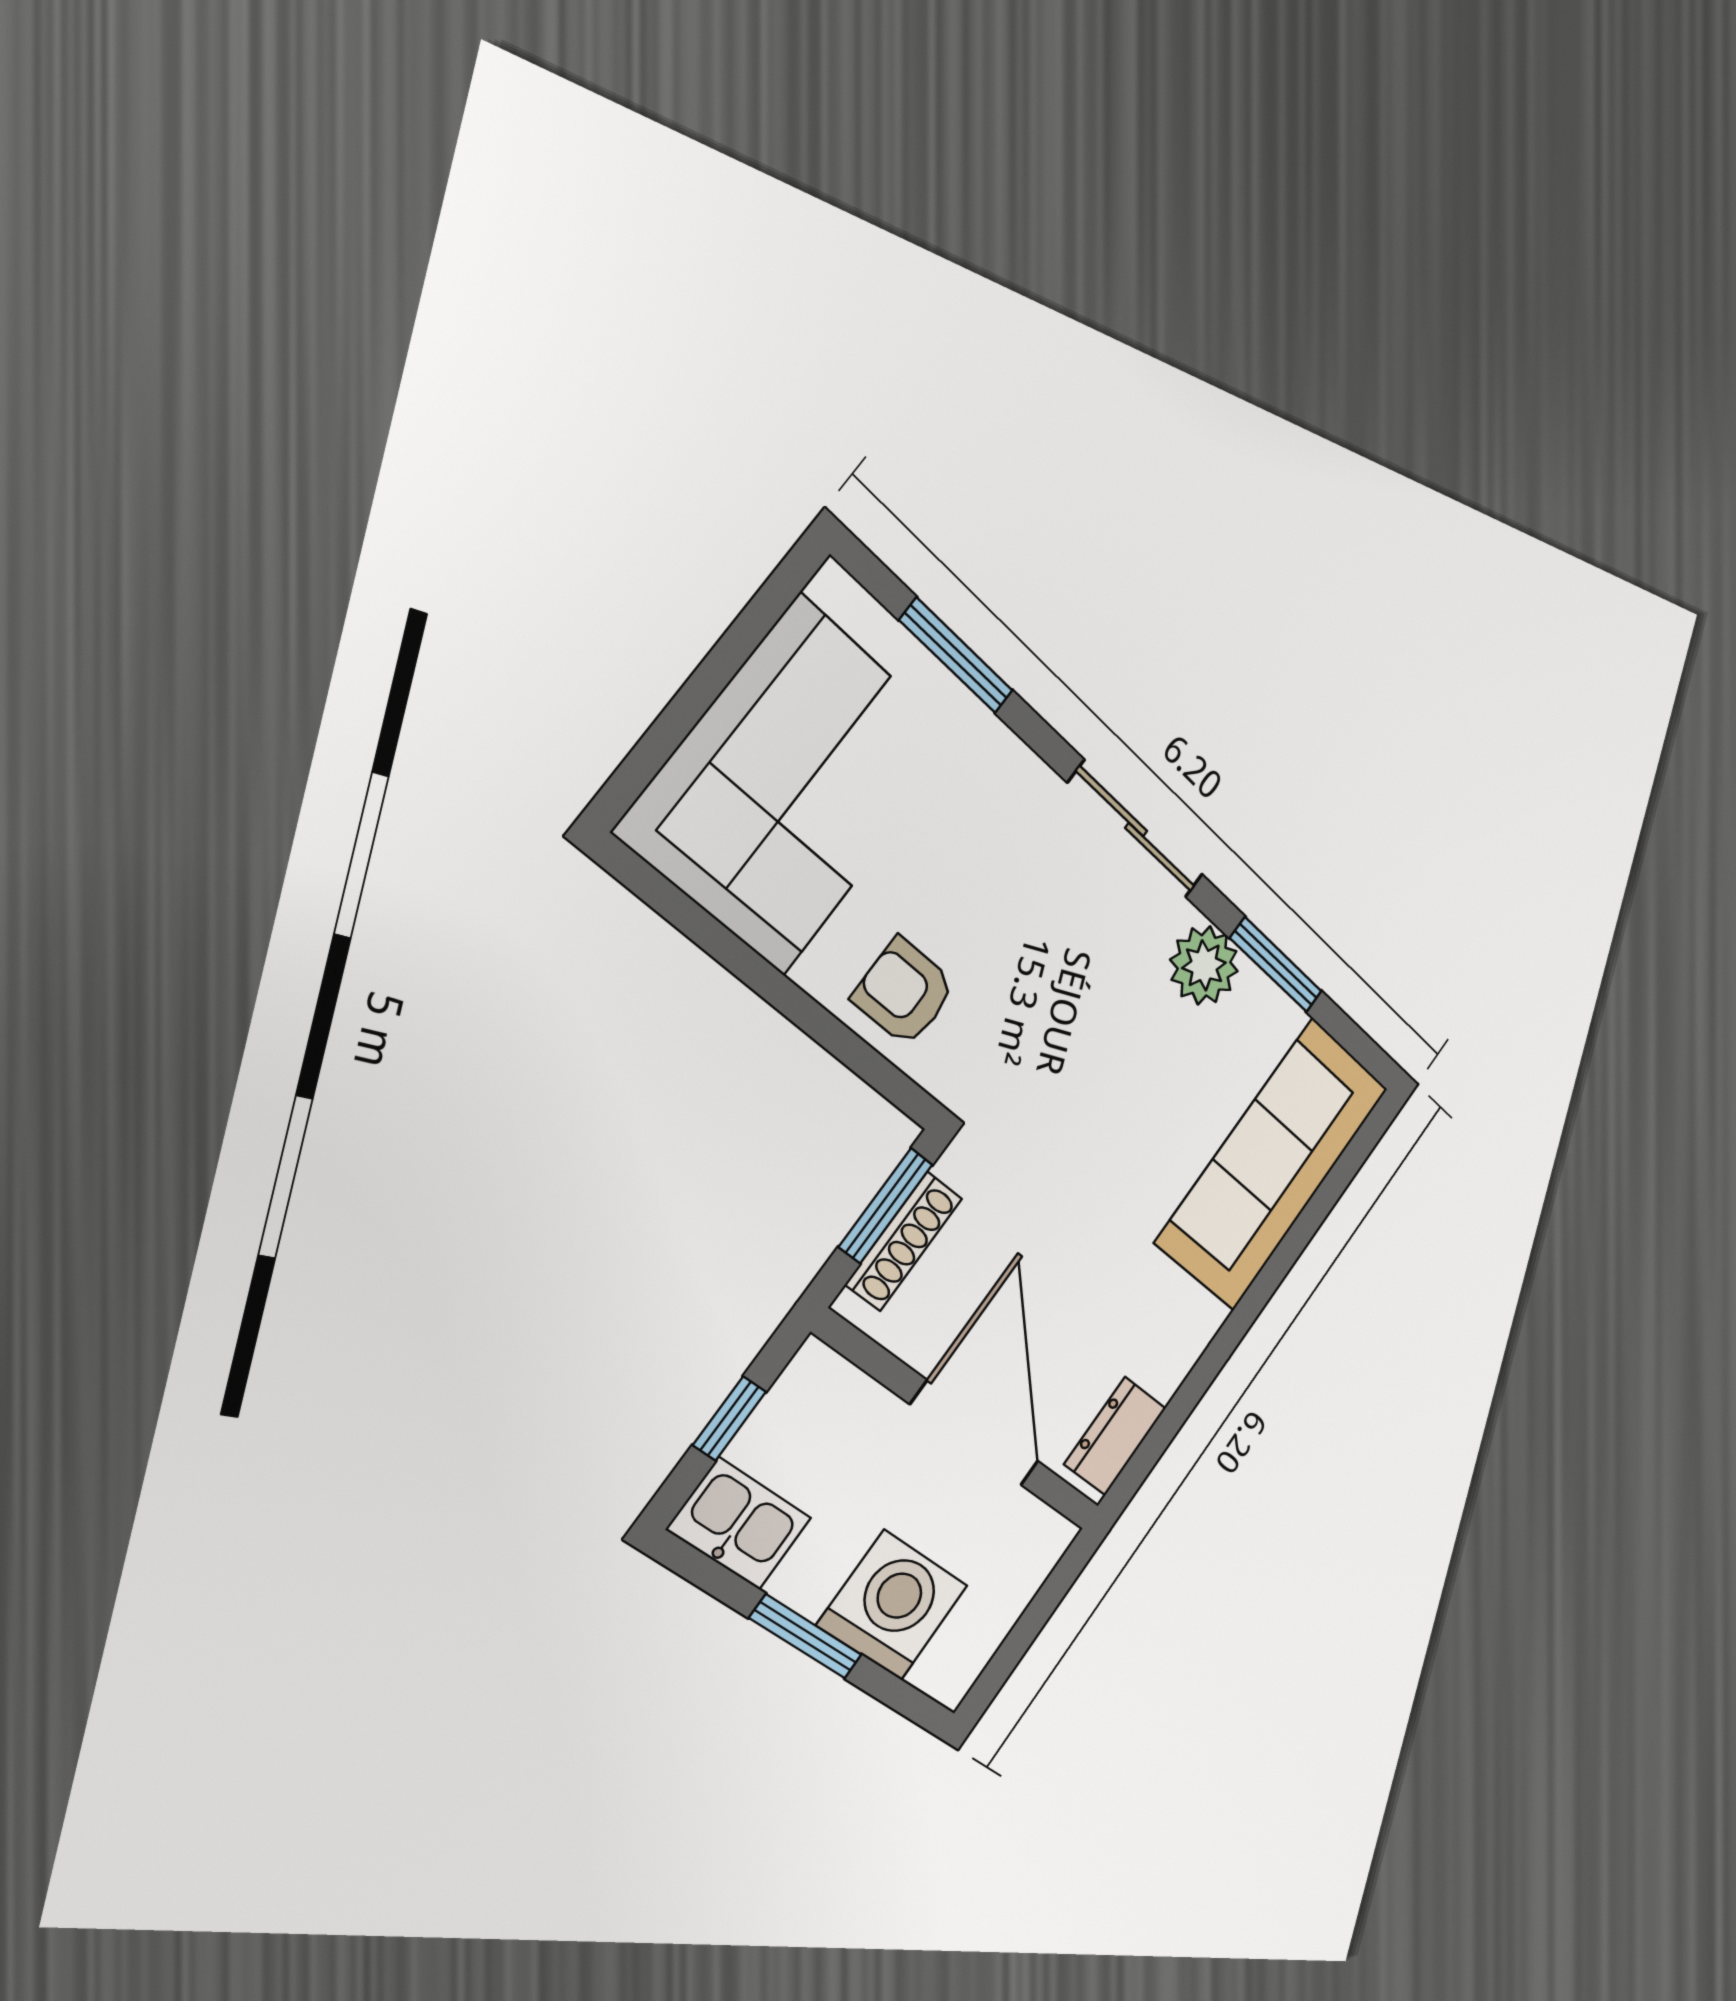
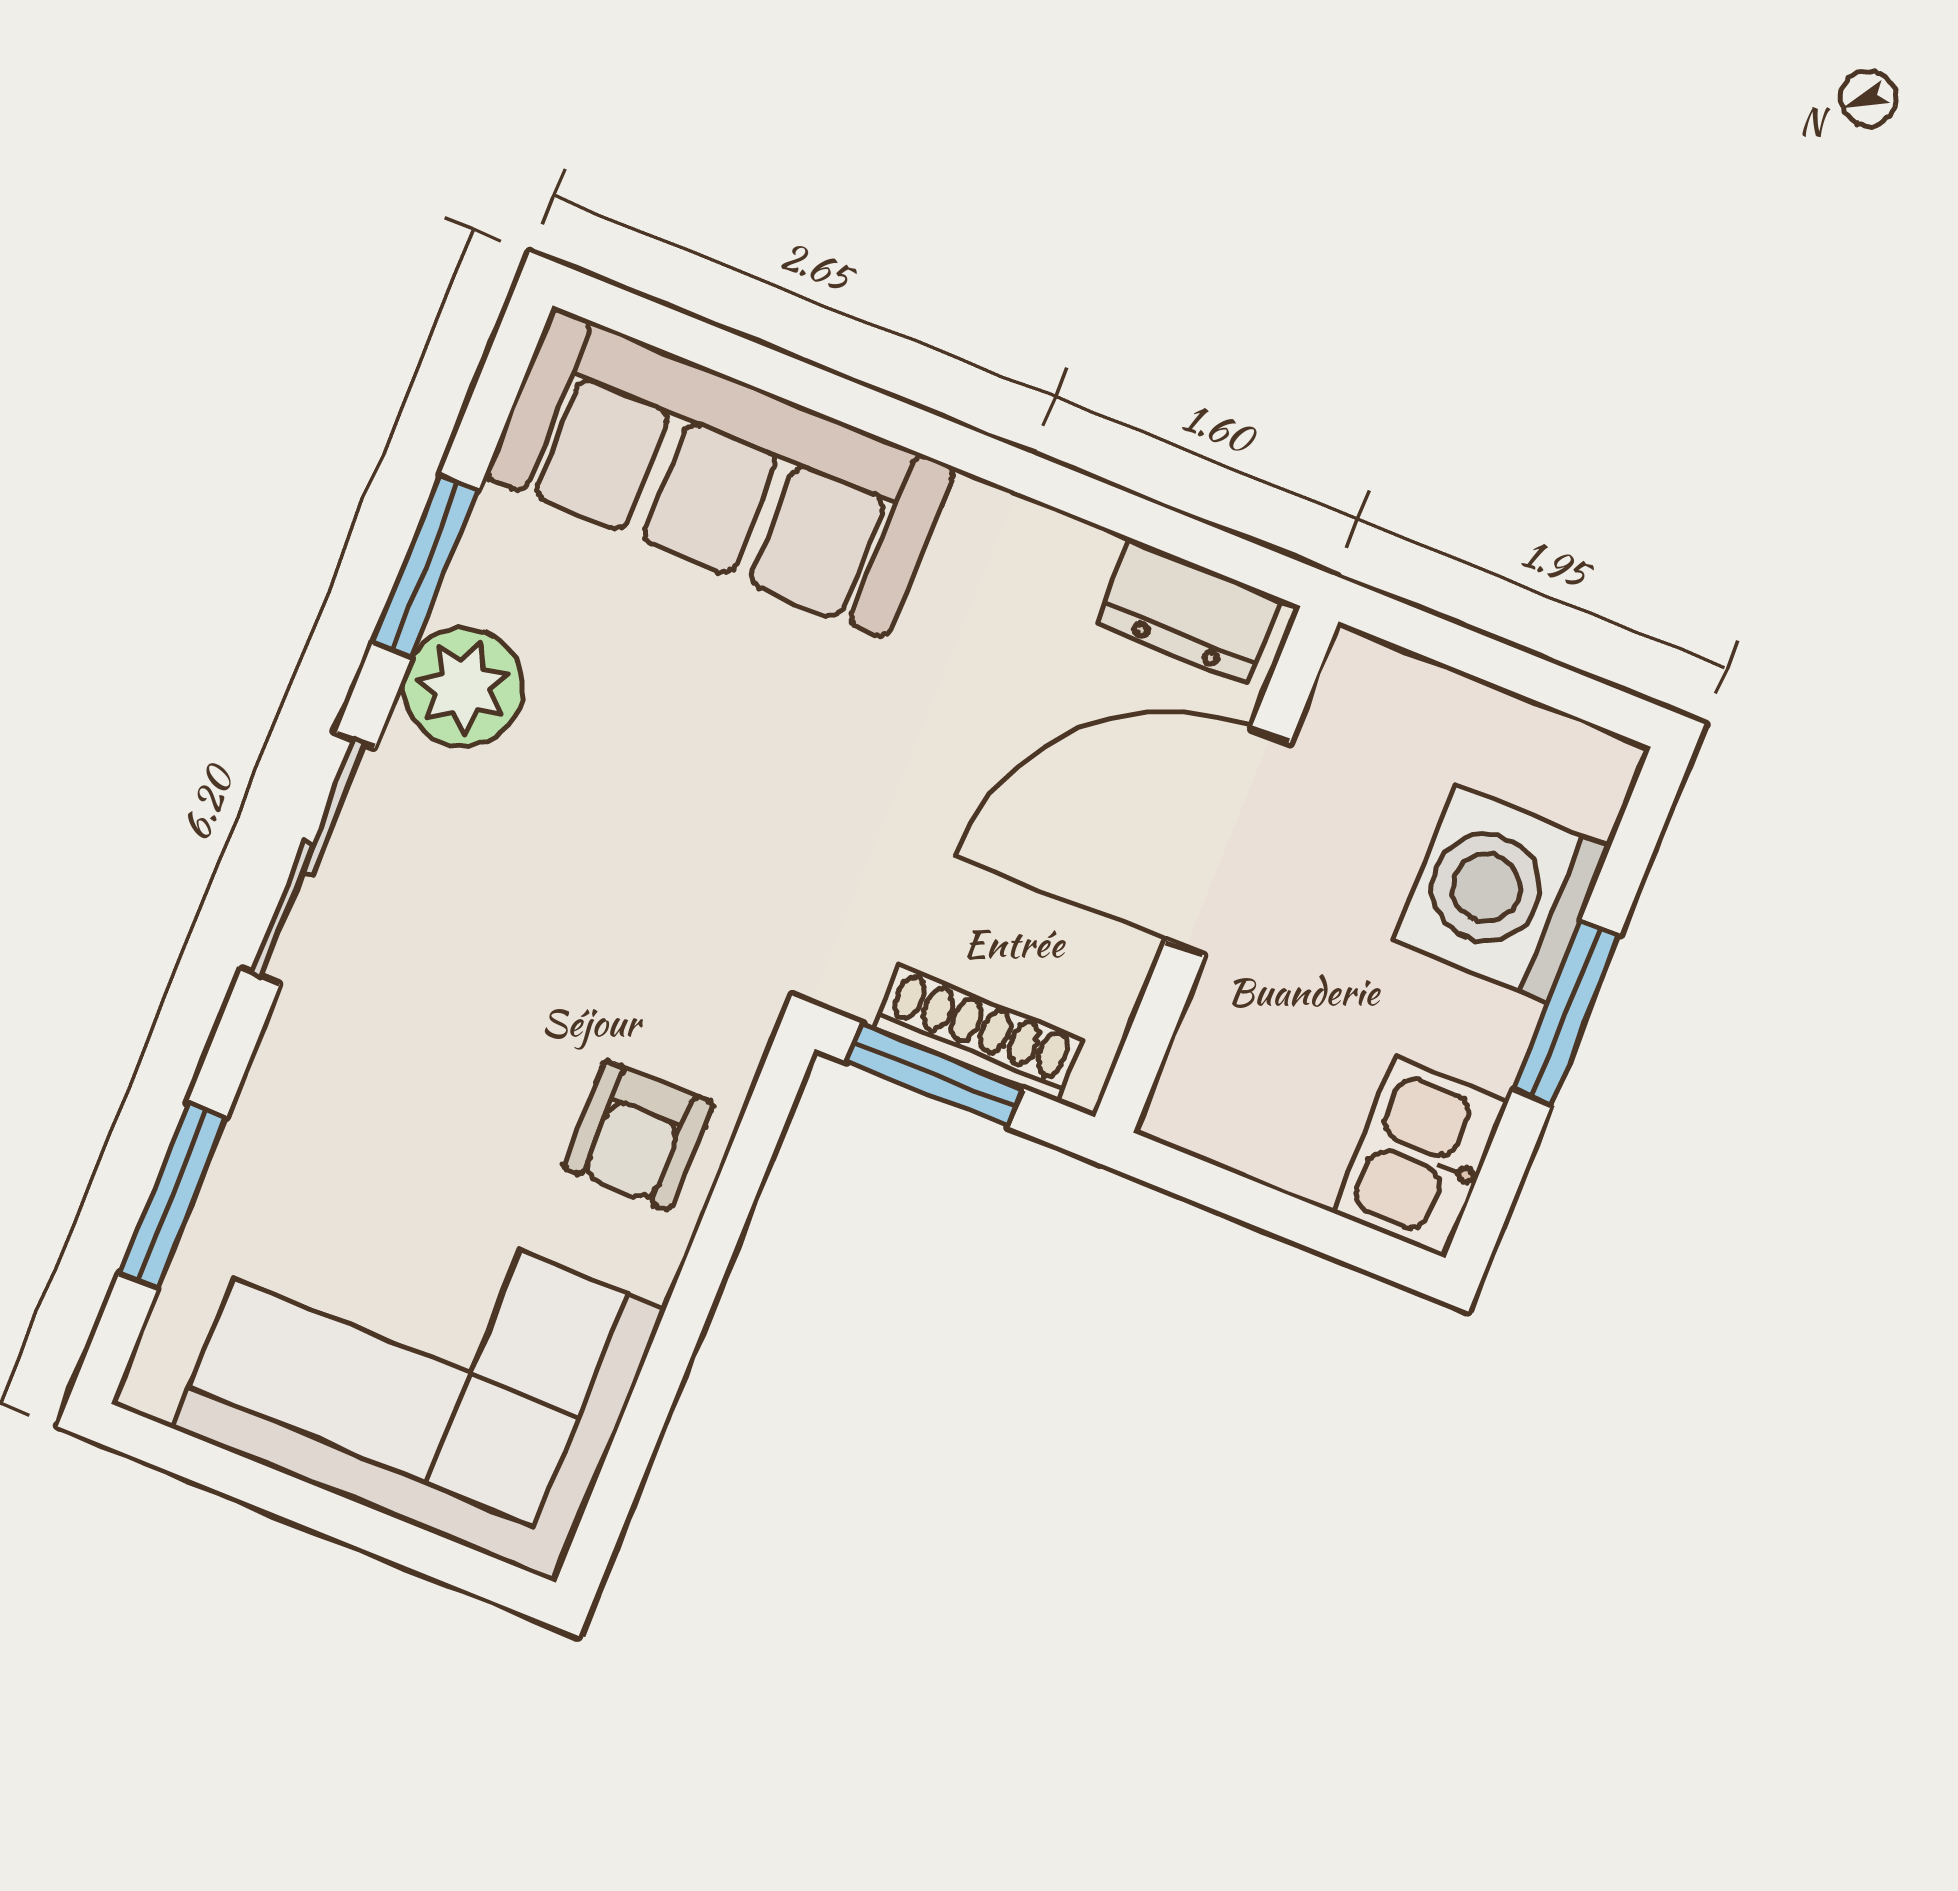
window: (729, 1418) -> (1276, 1212), removed

